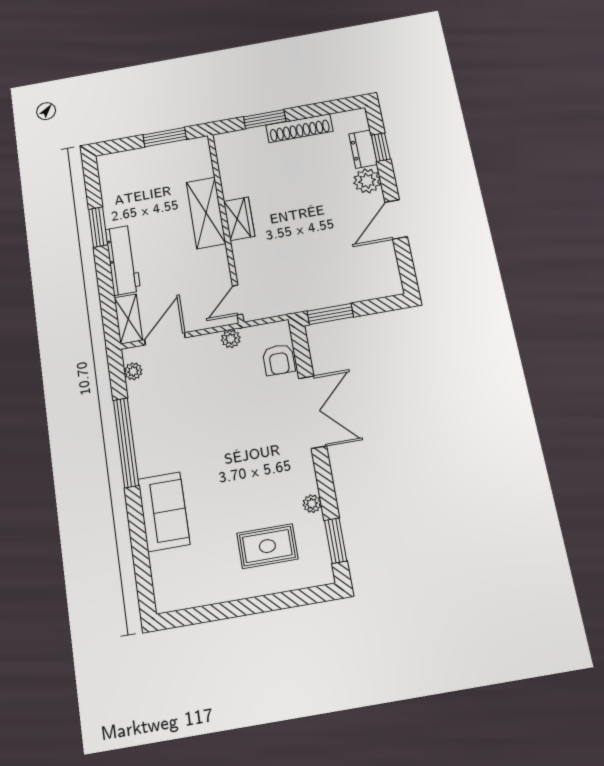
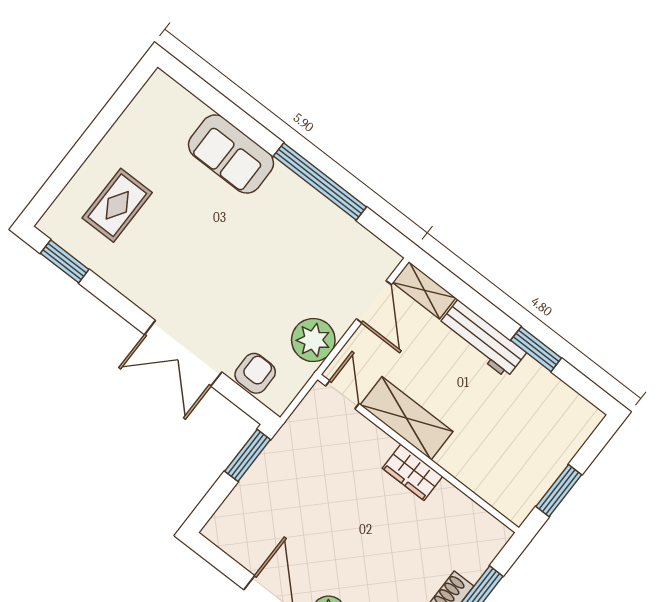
shelving: (206, 213) -> (407, 418), moved
plant: (231, 339) -> (313, 340), width x1.87, depth x1.87
armchair: (279, 360) -> (255, 373), turned 90
plant: (133, 371) -> (374, 248), removed
plant: (312, 504) -> (112, 274), removed

